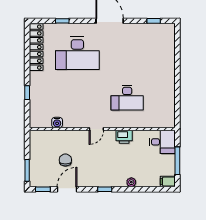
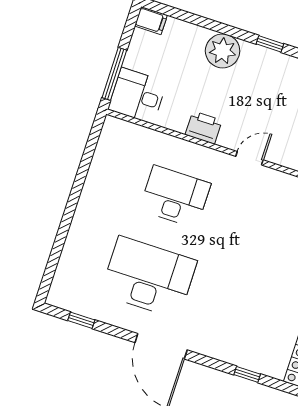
desk: (77, 53) -> (149, 277), moved
window: (177, 161) -> (114, 74), moved
plant: (131, 182) -> (223, 51), width x1.88, depth x1.88

